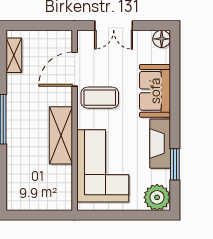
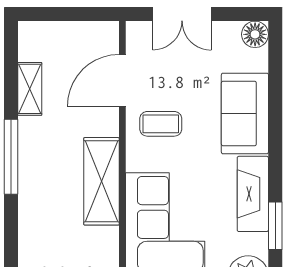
shelving: (14, 55) -> (30, 89), moved
coffee table: (100, 98) -> (161, 124), width x0.73, depth x0.77

